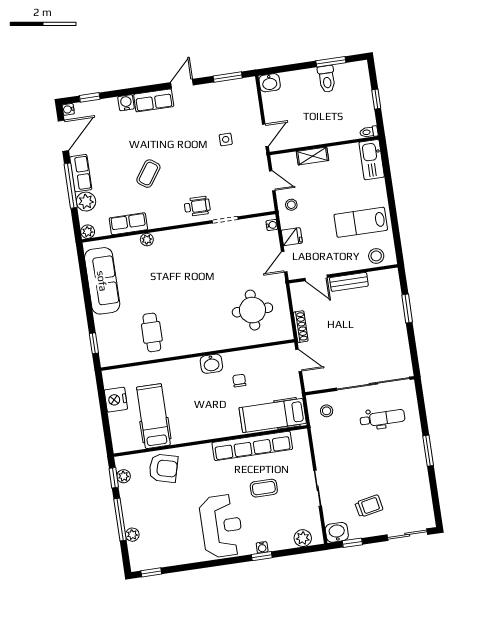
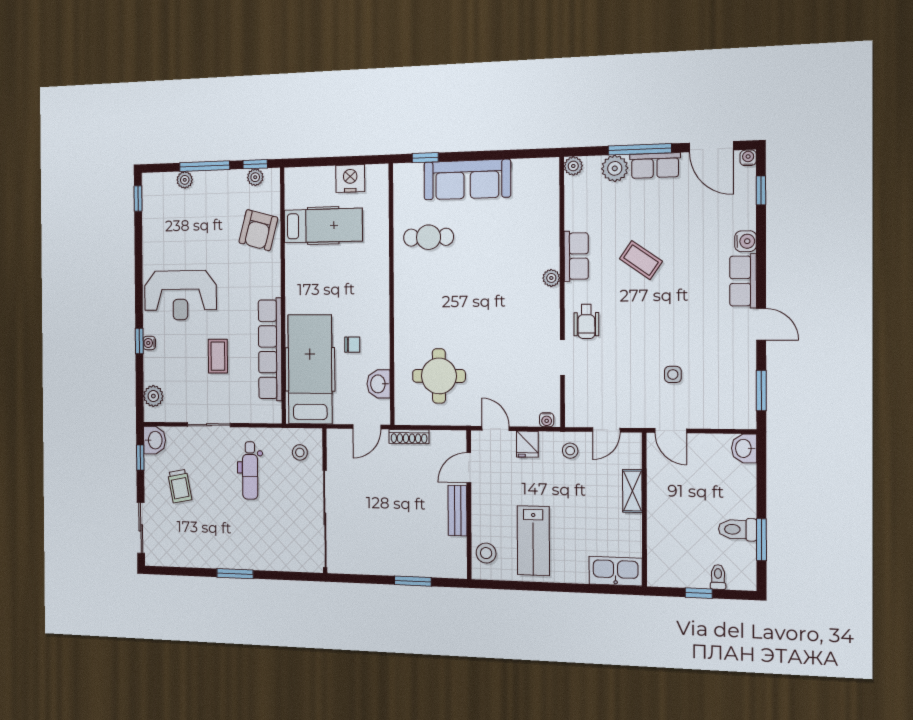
toilet: (369, 132) -> (718, 577), moved
lab bench: (361, 222) -> (533, 541), turned 180
row of seats: (128, 224) -> (576, 256), moved
plant: (147, 240) -> (551, 278), moved
sofa: (102, 281) -> (467, 180), moved
washbasin: (211, 364) -> (379, 384), moved
hospital bed: (273, 415) -> (310, 369), width x1.37, depth x1.29
dental chair: (382, 418) -> (250, 470), moved

